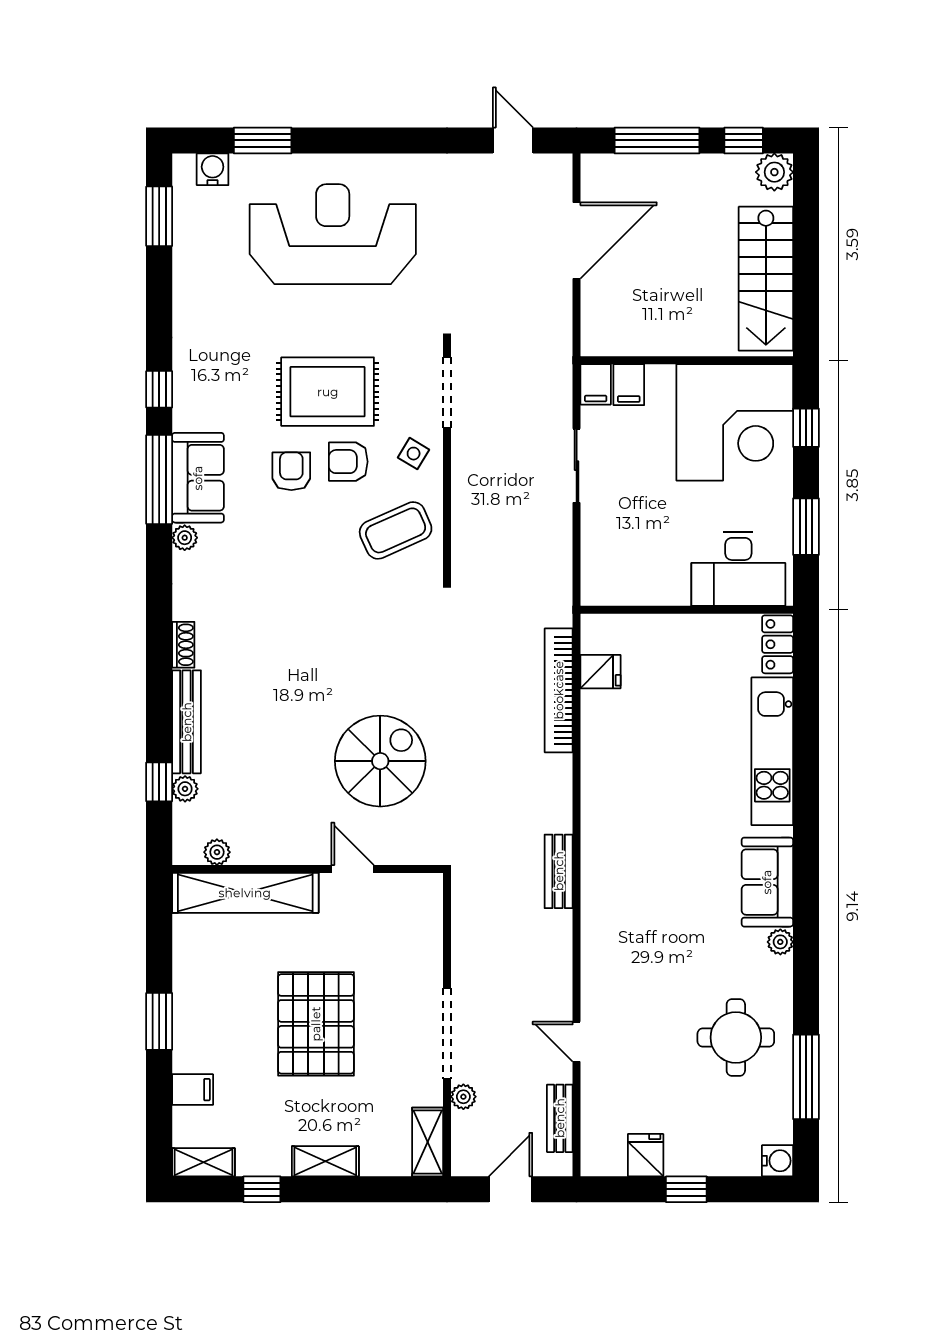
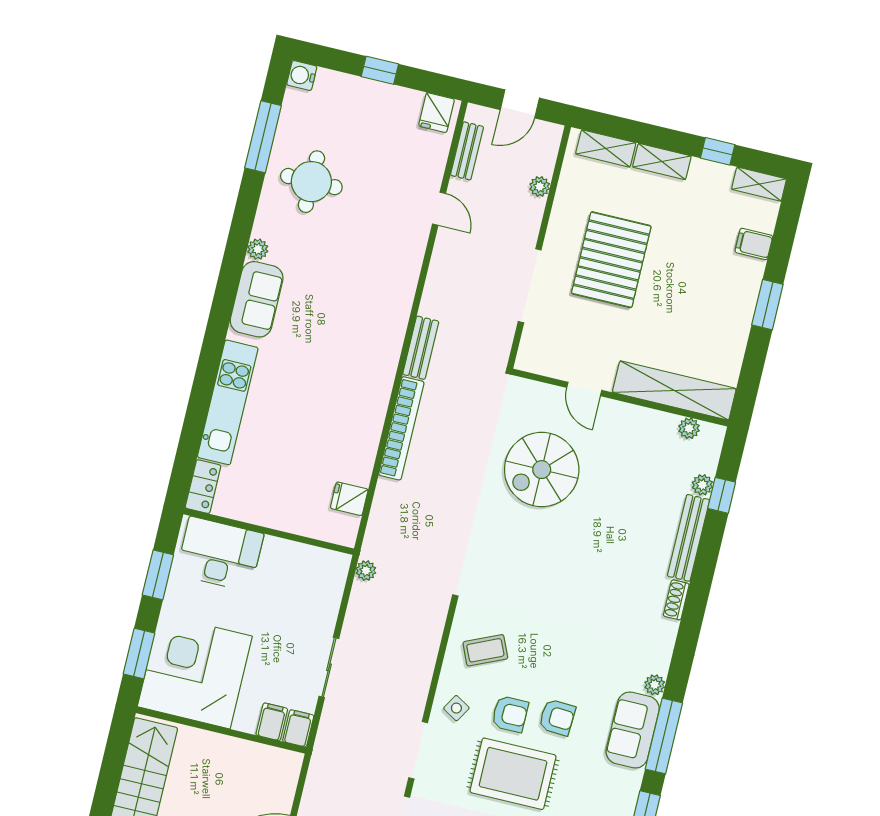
window: (806, 428) -> (139, 654), width x1.50
armchair: (291, 471) -> (557, 717), turned -87
coffee table: (396, 530) -> (485, 650), width x0.73, depth x0.77
plant: (560, 591) -> (366, 571), added
bookcase: (559, 690) -> (401, 428), moved
pallet: (316, 1024) -> (611, 260), moved
doorway: (447, 1033) -> (530, 286), moved
shelving: (428, 1142) -> (606, 148), moved, turned 90
fridge: (646, 1155) -> (437, 113), moved

